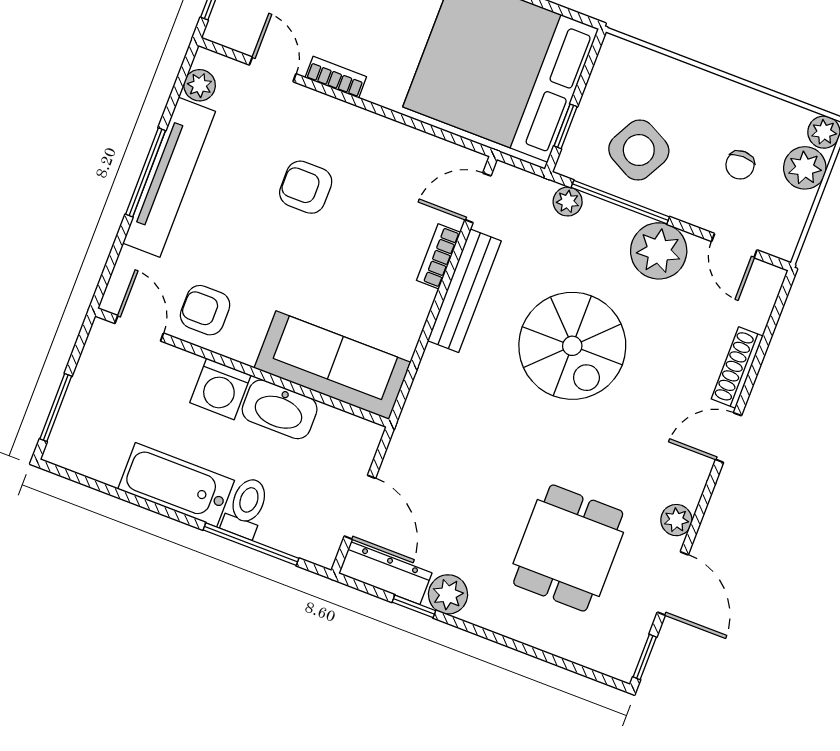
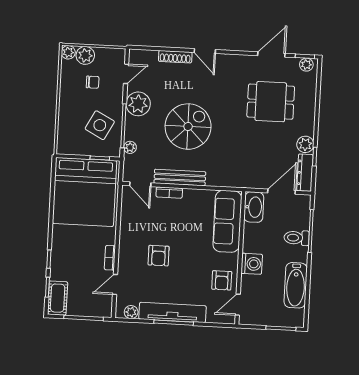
washbasin: (280, 409) -> (254, 207), moved
bathtub: (176, 485) -> (296, 285), moved
plant: (676, 520) -> (306, 65), moved

